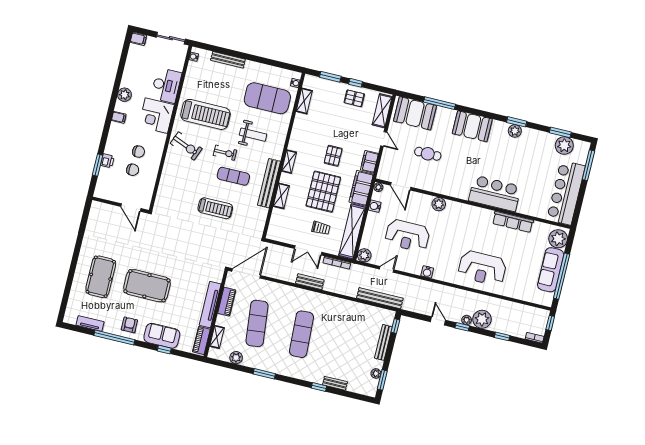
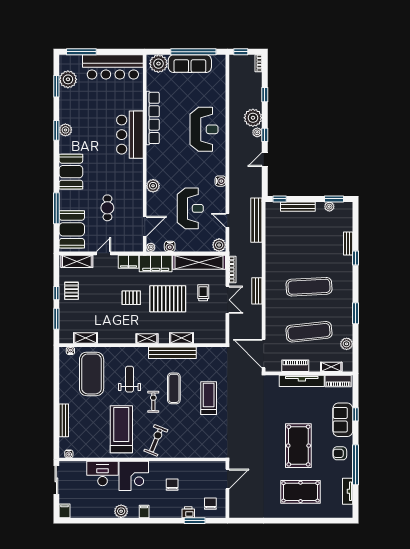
chair: (133, 170) -> (210, 504), moved
row of seats: (513, 222) -> (153, 118), width x1.36

